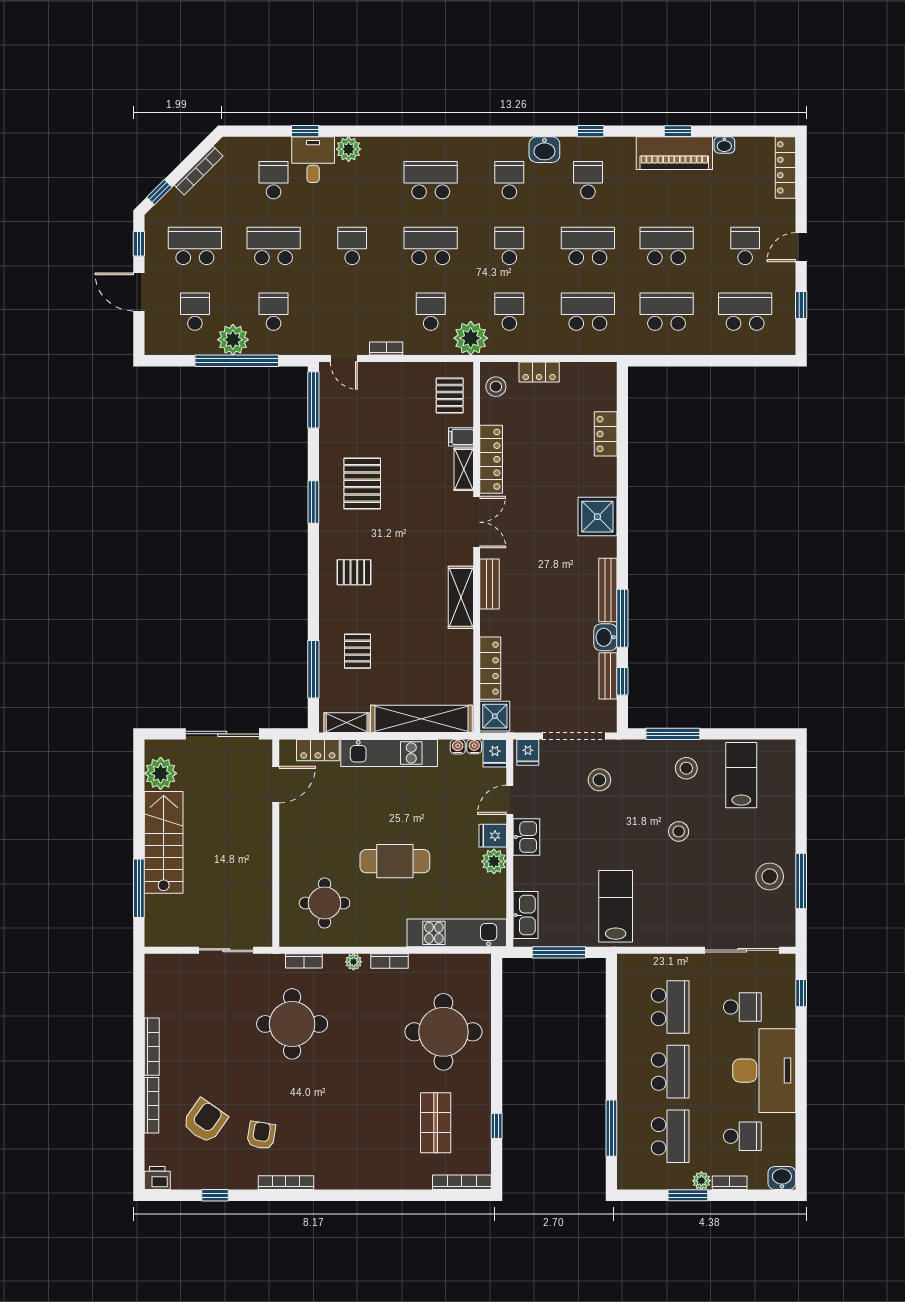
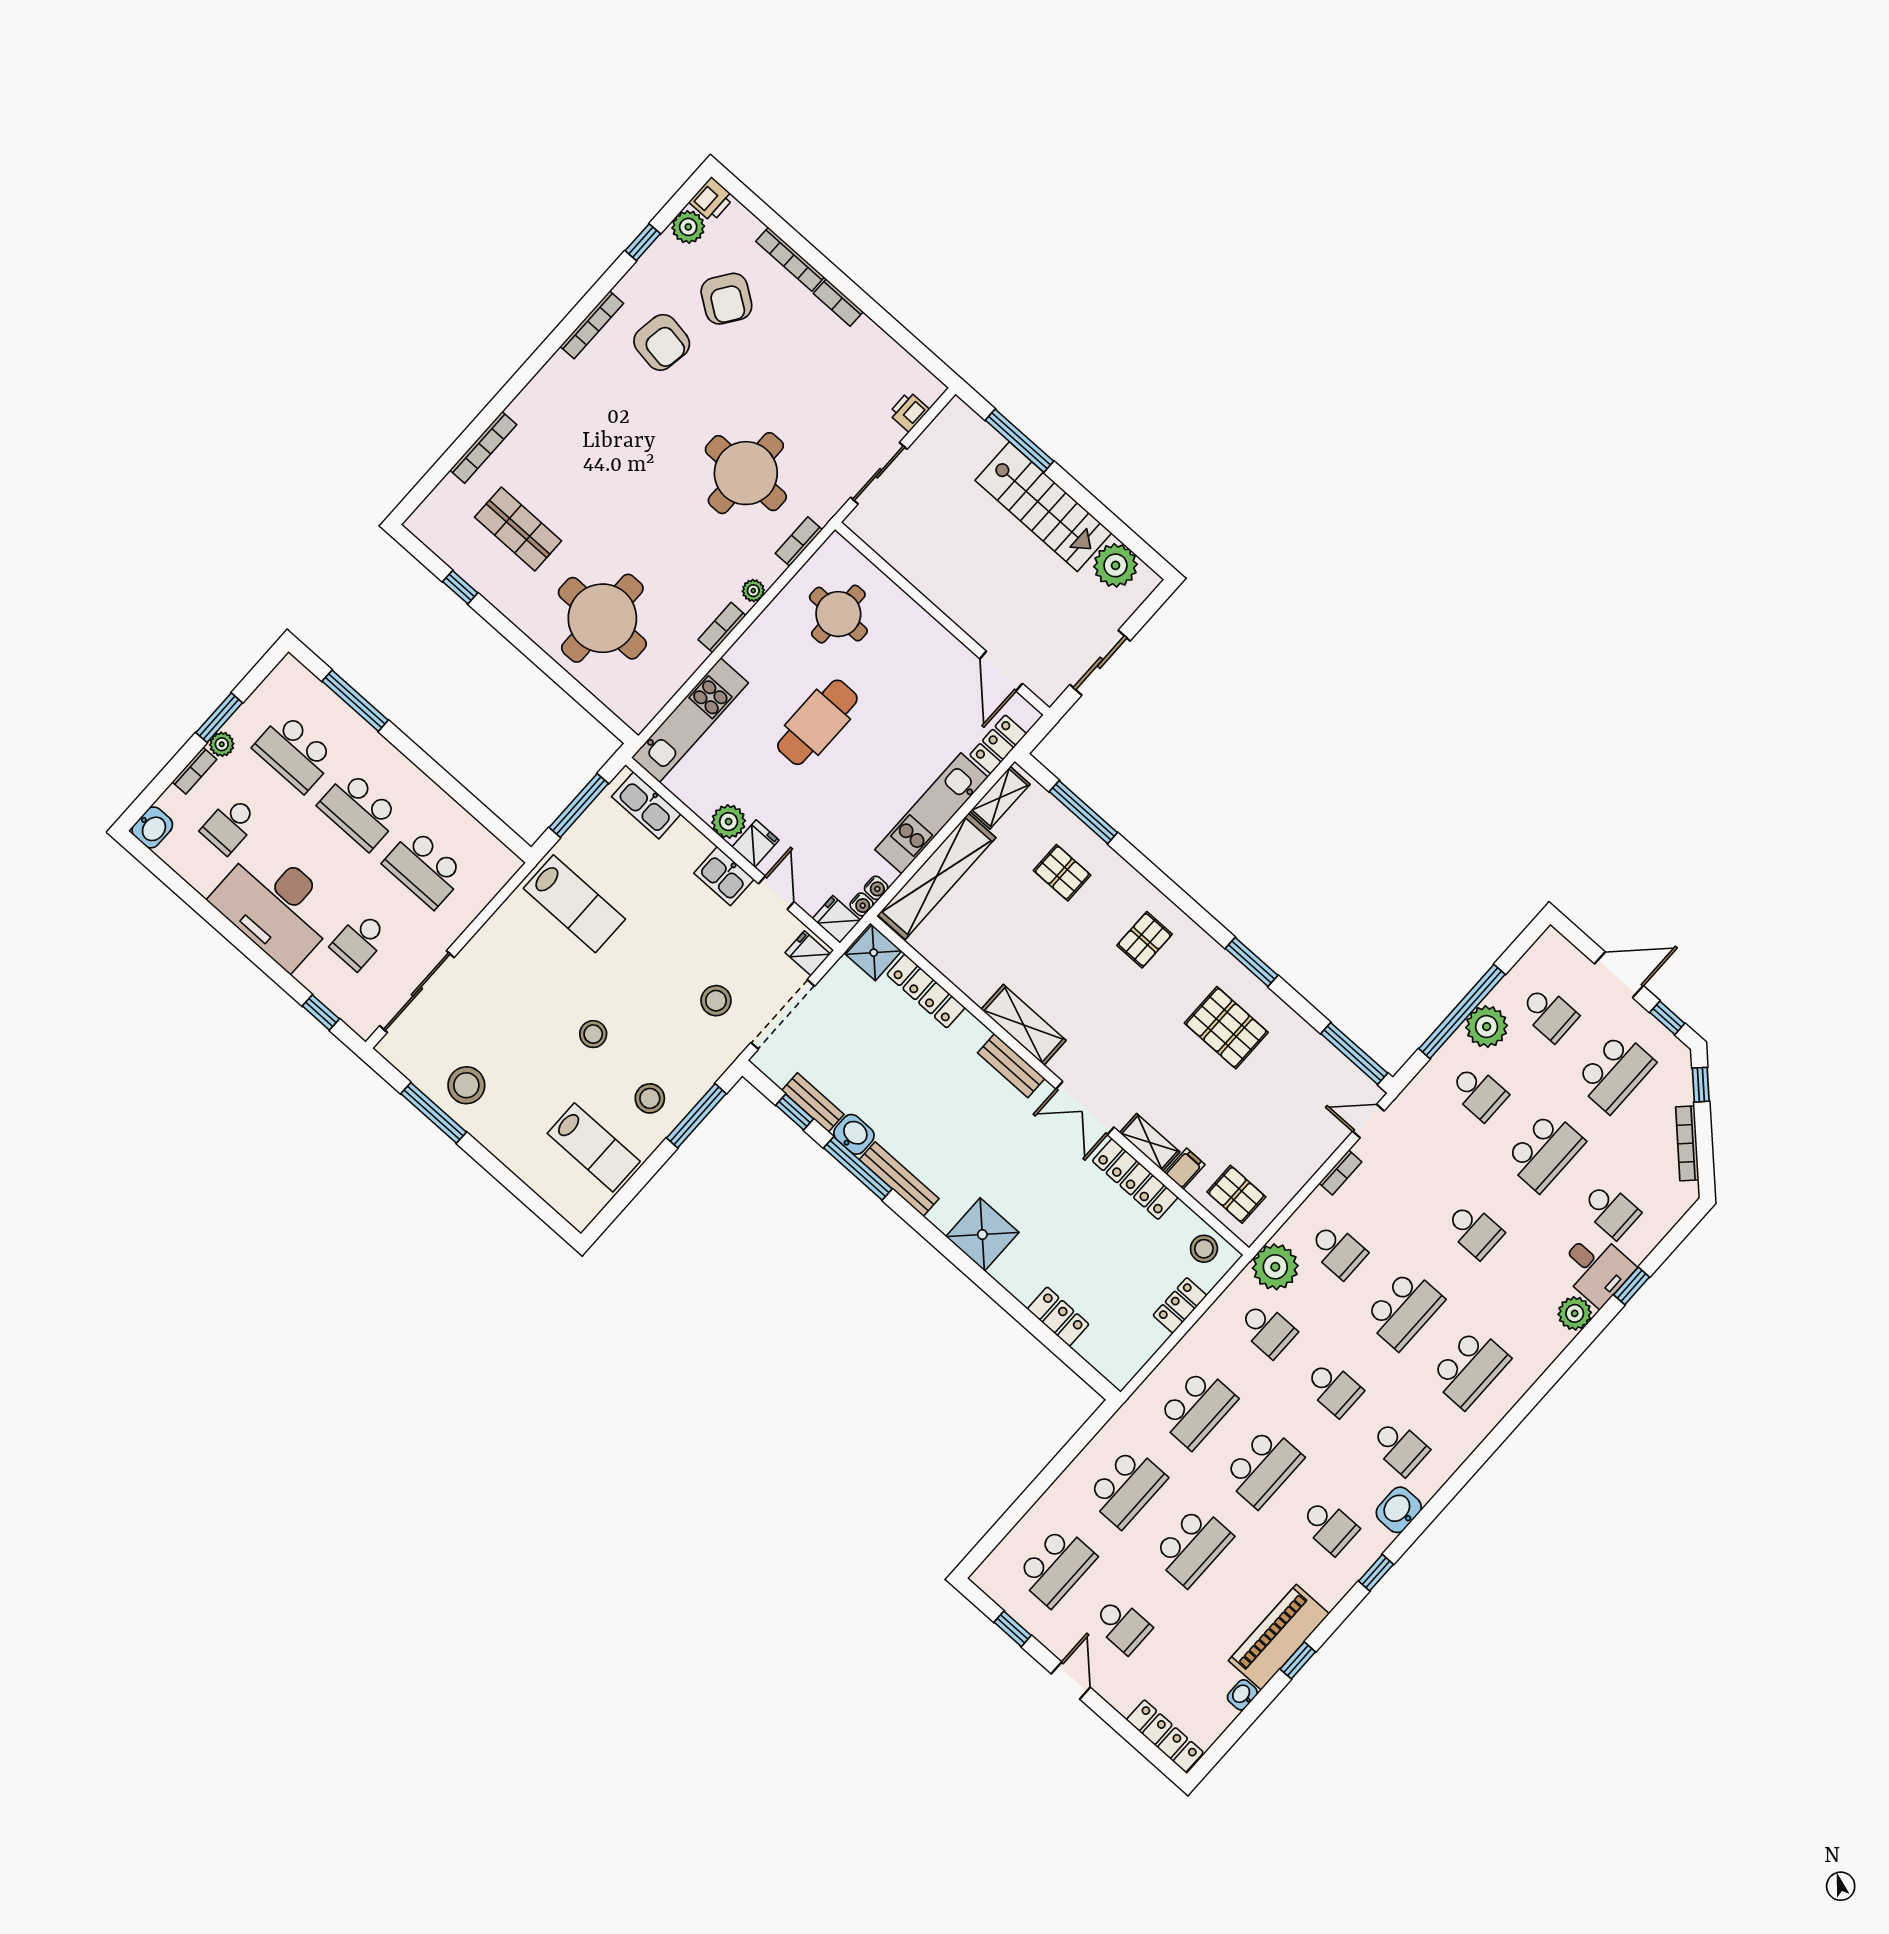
sliding door: (222, 734) -> (1100, 663), width x0.73
printer: (177, 964) -> (909, 411), added
bookcase: (152, 1047) -> (838, 302), width x0.64
armchair: (261, 1135) -> (662, 342), width x1.38, depth x1.38
plant: (184, 1178) -> (688, 227), added
bookcase: (462, 1182) -> (483, 447), moved

